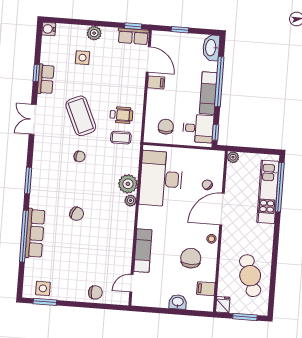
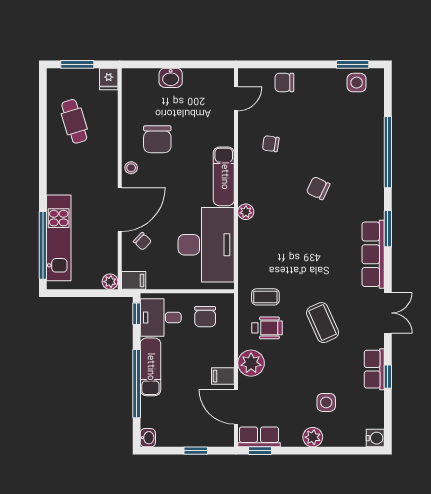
washbasin: (211, 48) -> (148, 438), width x0.52, depth x0.69
wheelchair: (121, 115) -> (267, 328), turned 180
coffee table: (81, 116) -> (323, 323), width x0.73, depth x0.76
chair: (80, 156) -> (271, 144), moved
plant: (128, 184) -> (251, 363), moved
row of seats: (35, 233) -> (373, 254), moved
exam couch: (143, 251) -> (224, 176), moved
cafe table: (250, 276) -> (74, 121), width x0.73, depth x0.74
filing cabinet: (206, 289) -> (134, 280), moved

